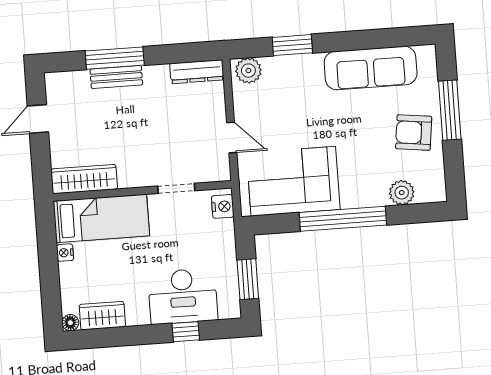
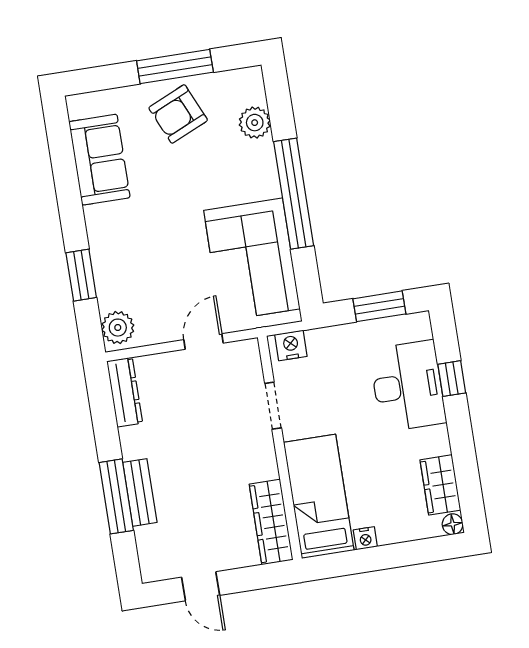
sofa: (371, 68) -> (99, 160), width x0.73
window: (450, 110) -> (175, 66), moved
armchair: (414, 133) -> (178, 114), turned 59

